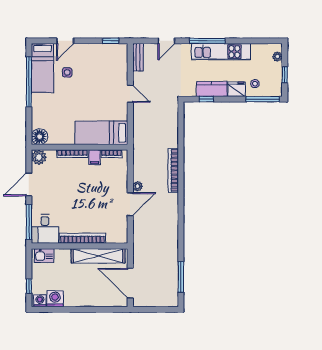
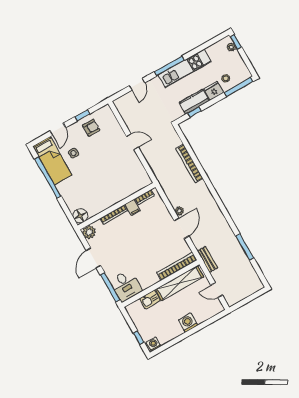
window: (111, 41) -> (82, 115), moved
bench: (138, 57) -> (207, 259), moved
armchair: (98, 58) -> (91, 128), added
window: (285, 75) -> (236, 42), moved
bed: (101, 133) -> (127, 185), removed
bookcase: (173, 170) -> (189, 164), moved
bookcase: (82, 238) -> (177, 266), moved
kitchen sink: (44, 255) -> (150, 299), moved
window: (181, 277) -> (245, 247), moved
door: (130, 283) -> (217, 290), width x0.53
washing machine: (55, 299) -> (188, 323), moved

